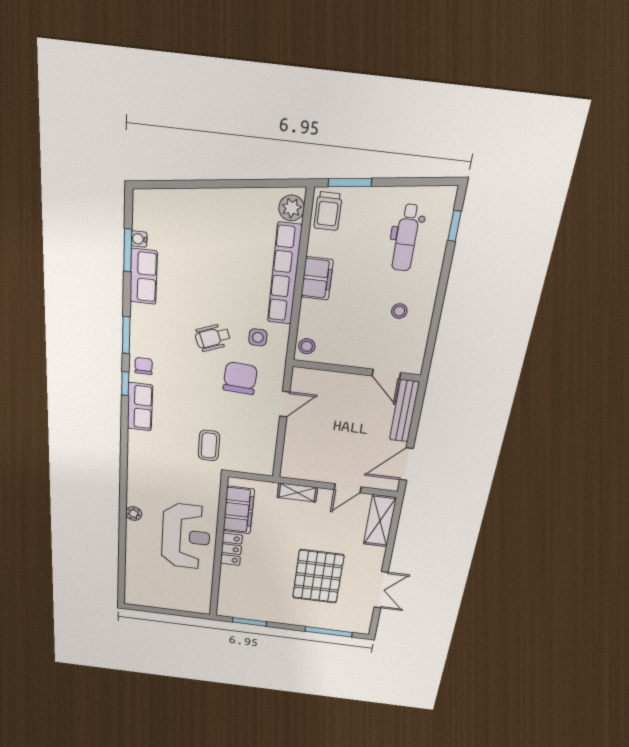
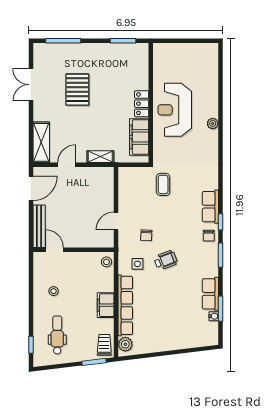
chair: (240, 378) -> (146, 235), width x0.54, depth x0.54
pallet: (318, 576) -> (77, 90), width x0.73, depth x0.71

